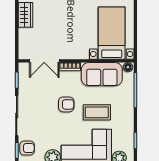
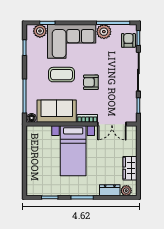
bed with nightstands: (112, 33) -> (73, 151), moved
double door: (44, 61) -> (112, 124), swing flipped
armchair: (27, 148) -> (128, 40), turned 90

